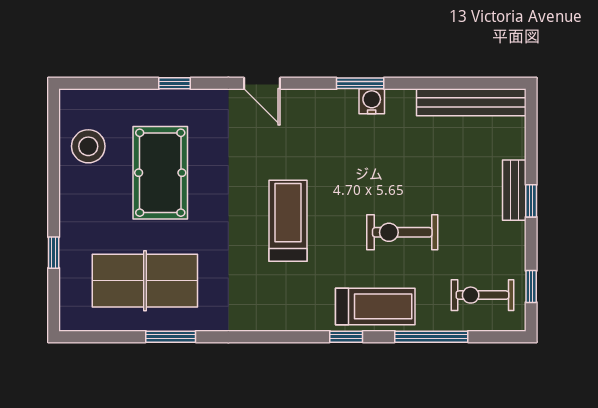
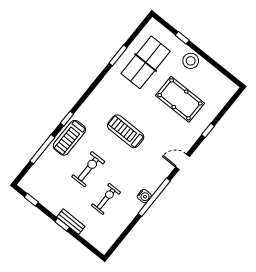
window: (360, 83) -> (154, 197), width x2.11
bench: (471, 102) -> (115, 232), removed
stool: (88, 146) -> (191, 61), moved
treadmill: (288, 221) -> (126, 131), turned 180
exercise bike: (482, 295) -> (106, 199), moved

